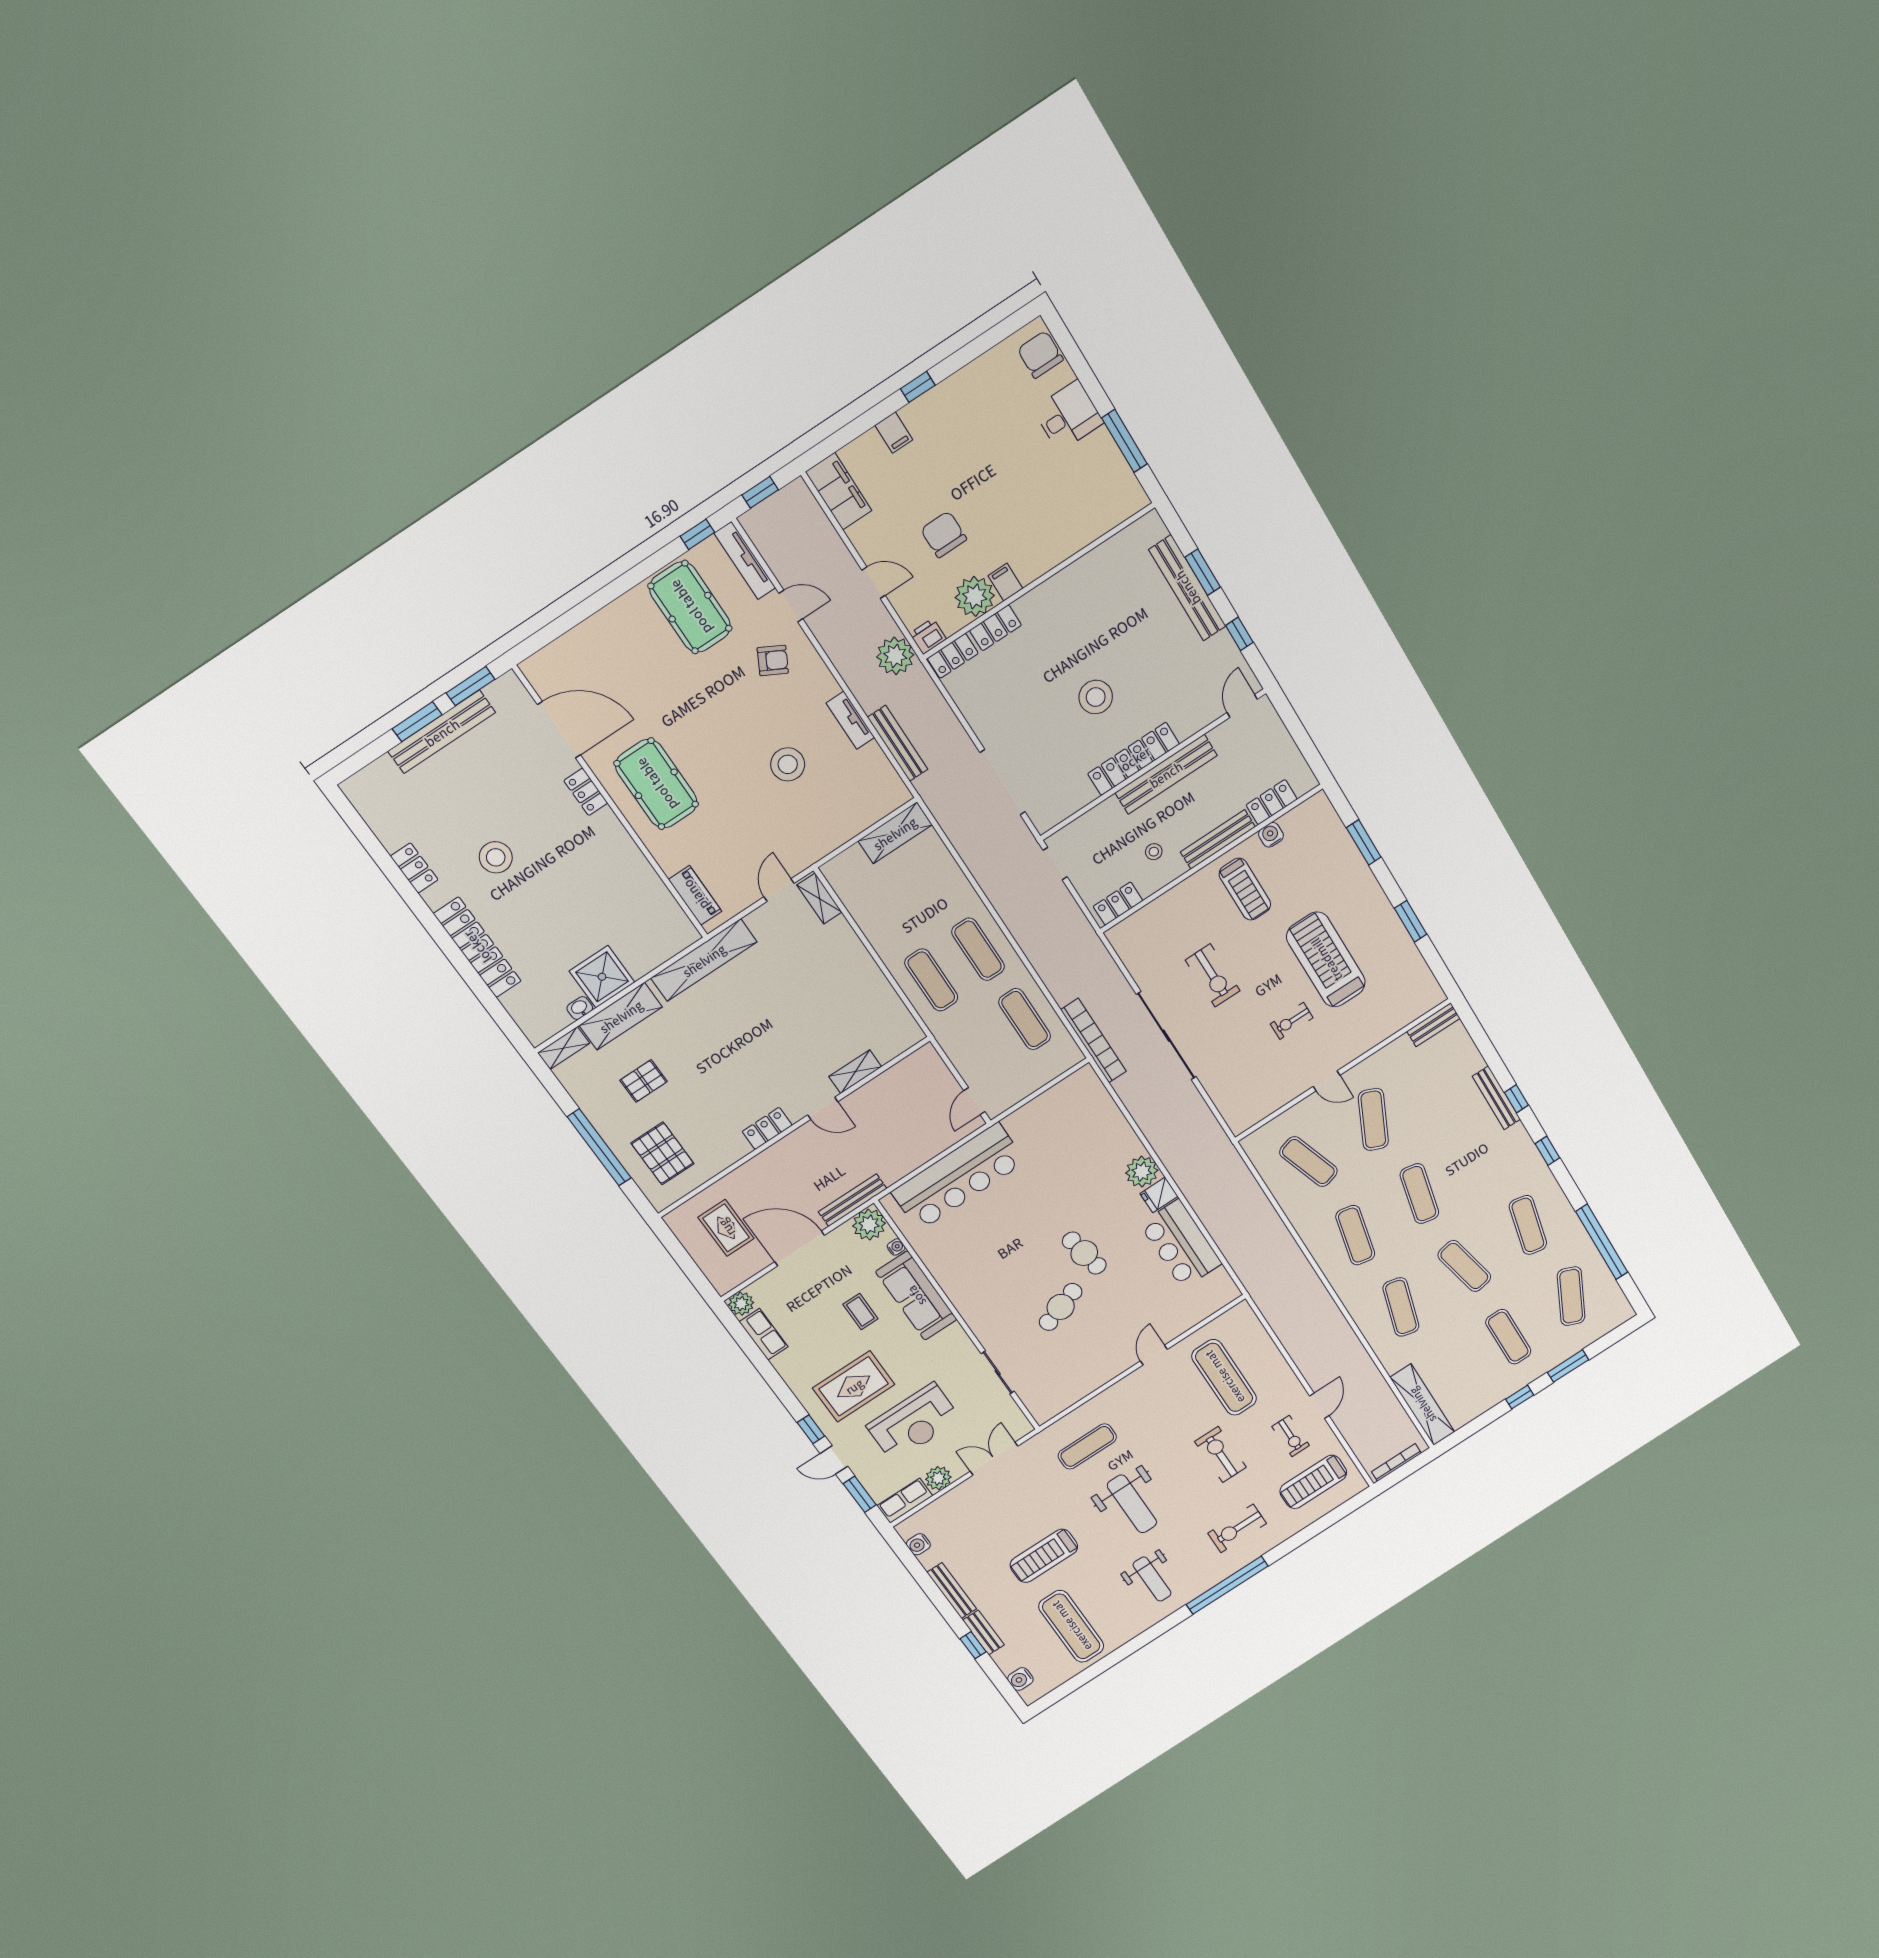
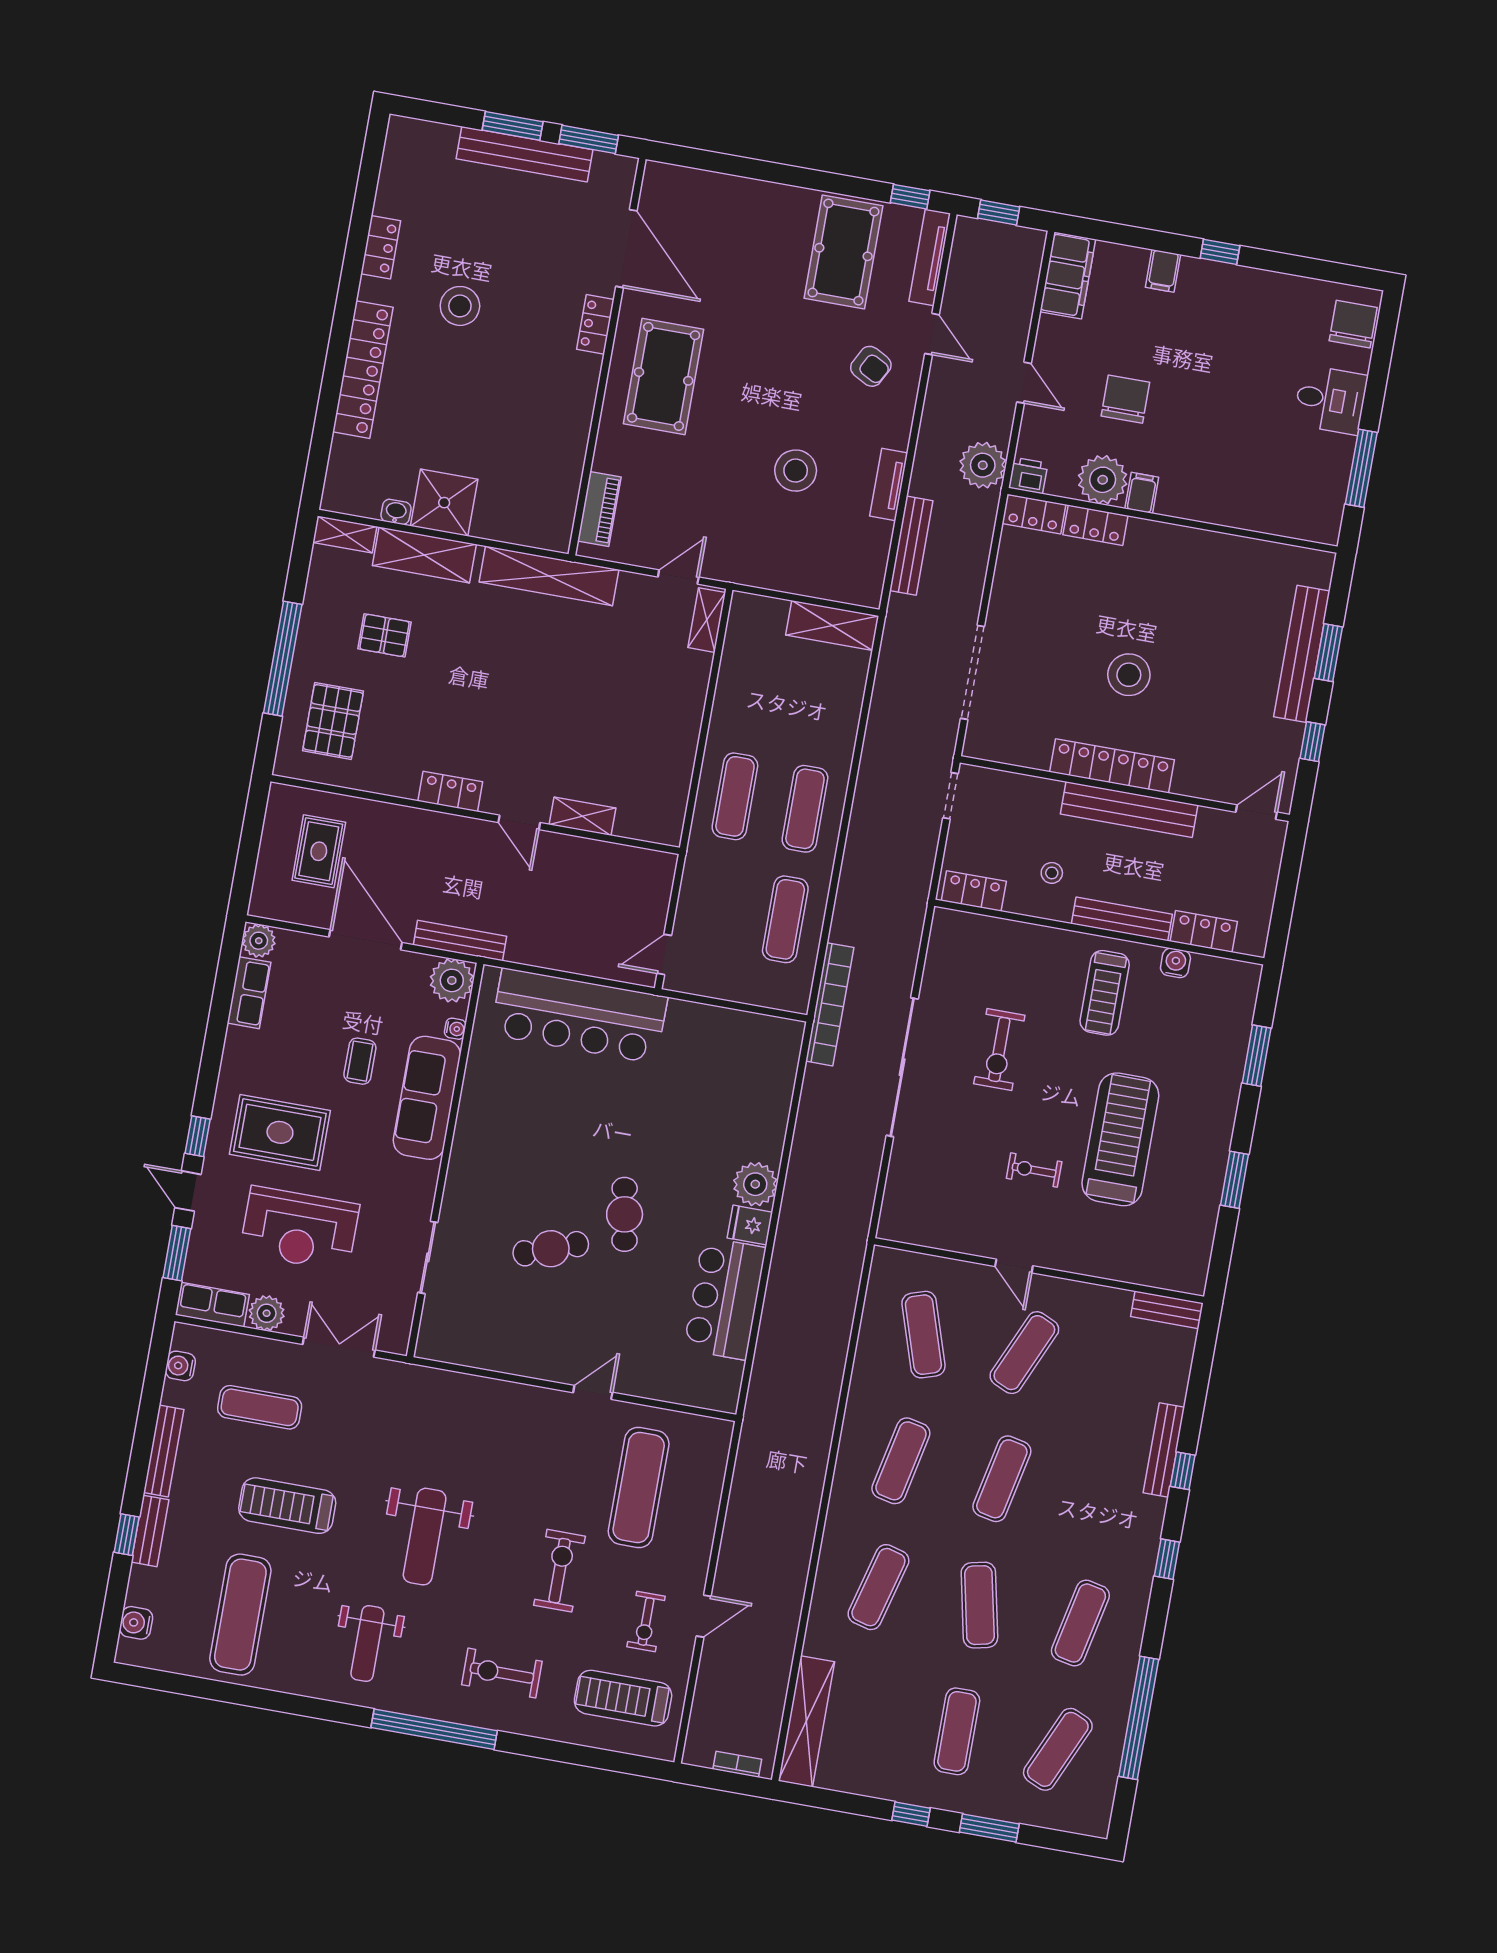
exercise mat: (1087, 1446) -> (260, 1407), moved
bookcase: (1396, 1462) -> (737, 1764), width x0.64

